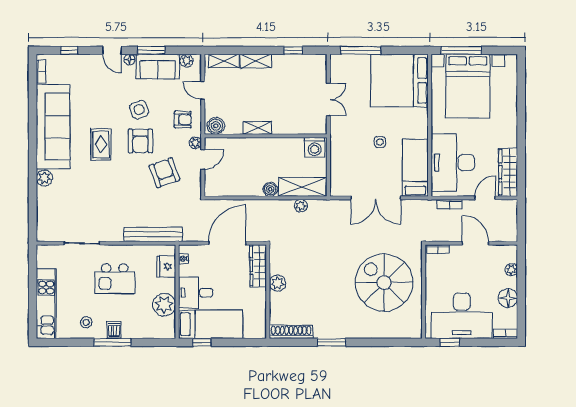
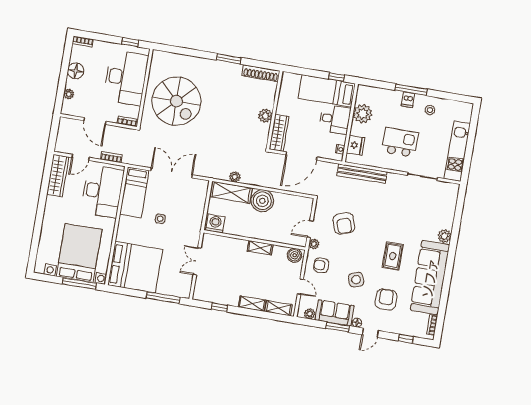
door: (112, 50) -> (370, 333), swing flipped
armchair: (140, 141) -> (386, 299), moved
boiler: (270, 189) -> (262, 201), width x1.86, depth x1.86
kitchen unit: (46, 304) -> (457, 151), moved
desk: (462, 316) -> (126, 78), moved, turned 90

